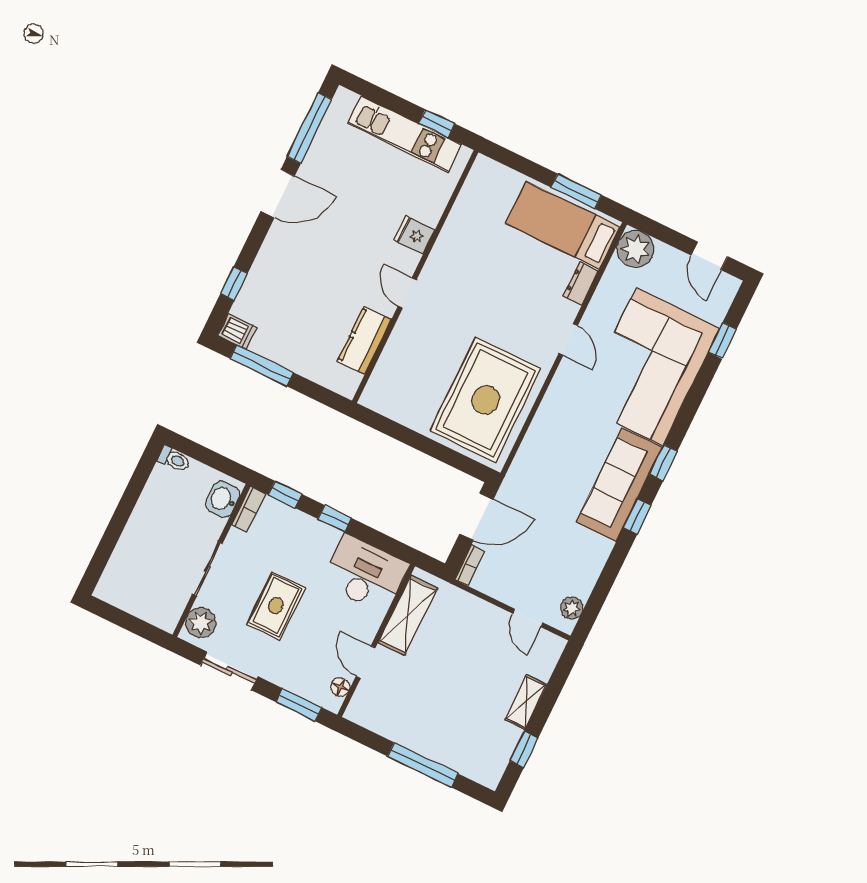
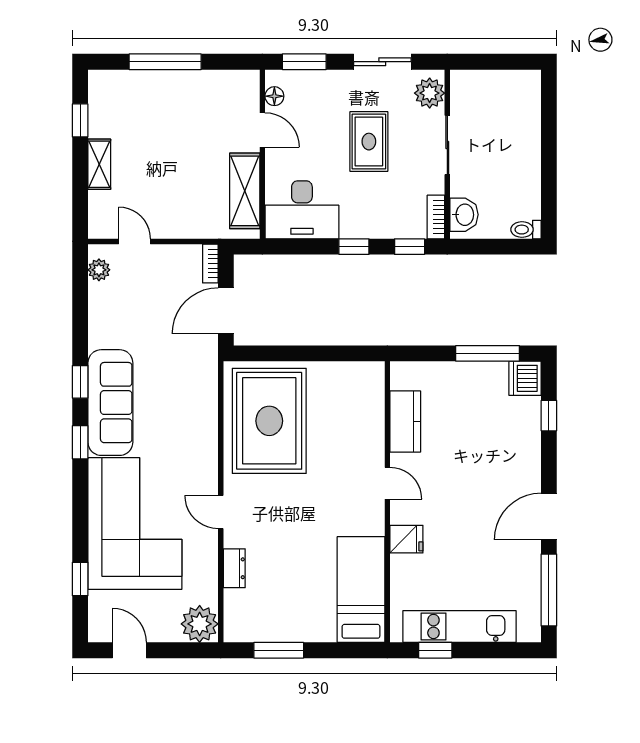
bed: (563, 225) -> (361, 590), moved, turned -90
dishwasher: (237, 331) -> (525, 378), width x1.38

